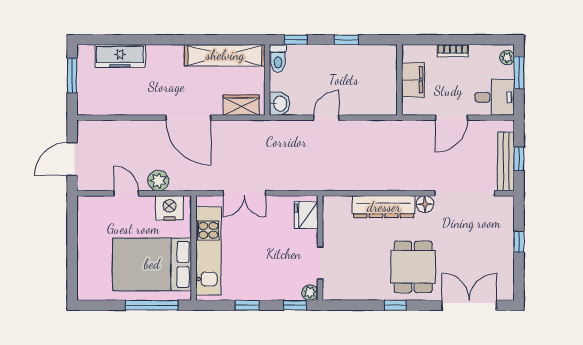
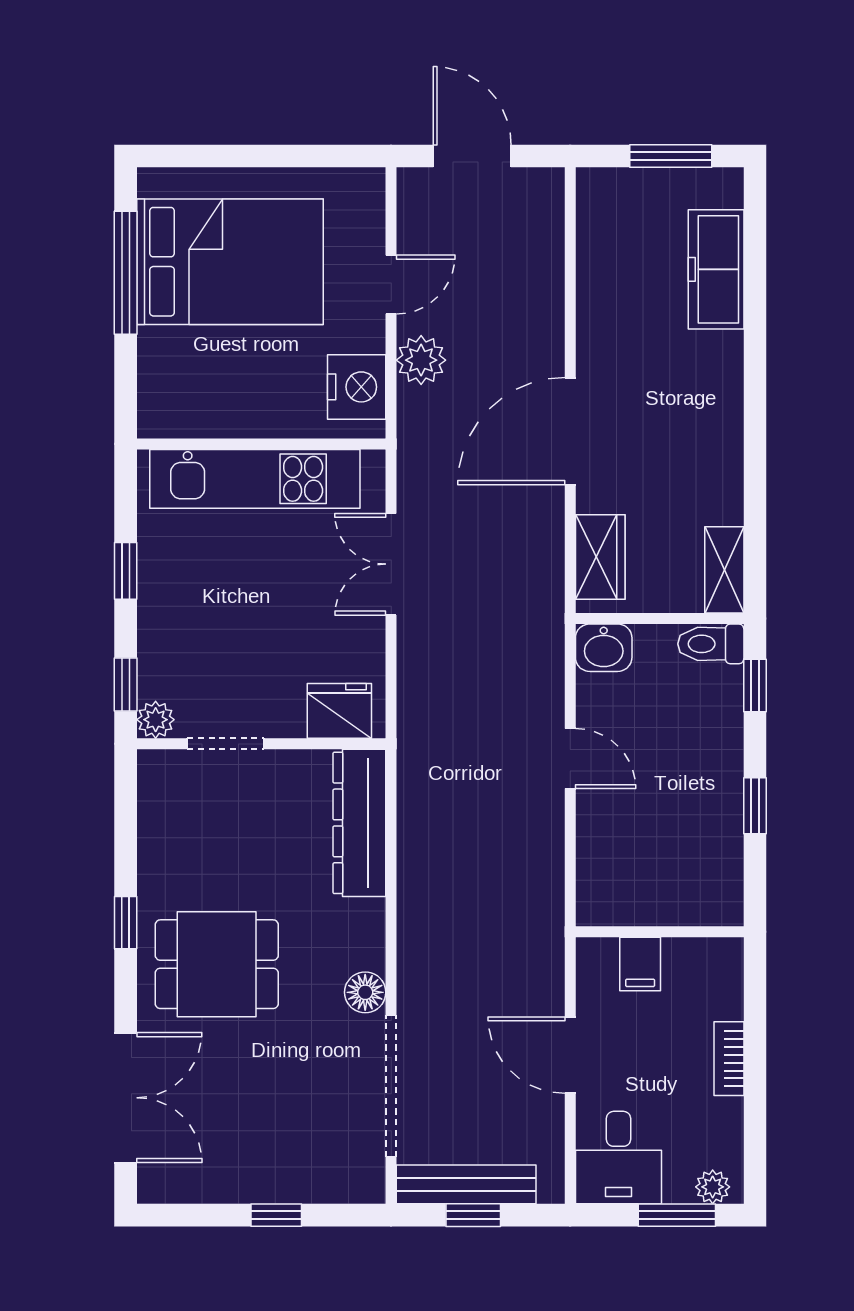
shelving: (225, 55) -> (724, 570), width x0.45, depth x0.75
filing cabinet: (413, 80) -> (640, 964), width x0.50
dresser: (384, 207) -> (359, 823), moved
bed: (152, 264) -> (230, 262), moved, turned 90
window: (152, 305) -> (126, 273), moved

